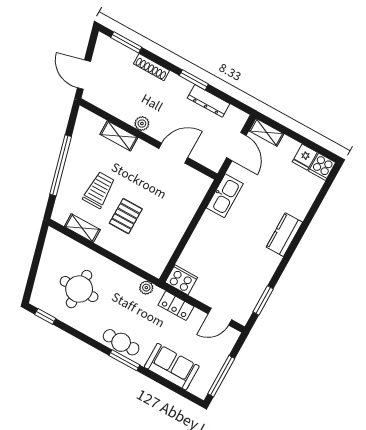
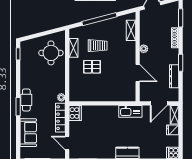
shelving: (119, 136) -> (131, 30), moved
fridge: (305, 157) -> (173, 130), moved
round table: (79, 289) -> (51, 53), moved
locker: (176, 306) -> (60, 118), width x1.53

